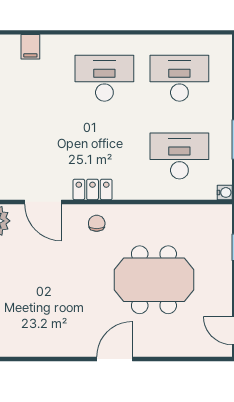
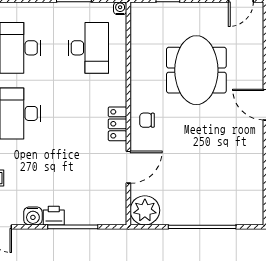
desk: (179, 156) -> (88, 48), turned 180

